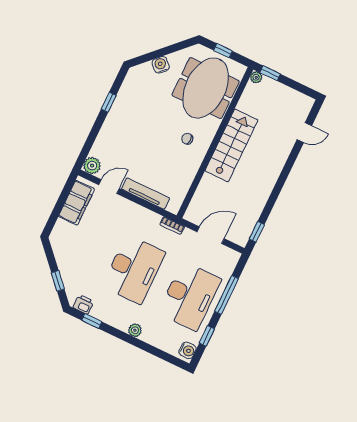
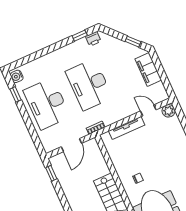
door: (109, 187) -> (148, 110), swing flipped
filing cabinet: (76, 203) -> (148, 70), moved
window: (58, 281) -> (133, 42), moved
window: (227, 295) -> (30, 125), removed
plant: (135, 330) -> (54, 56), removed

